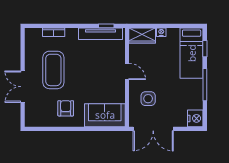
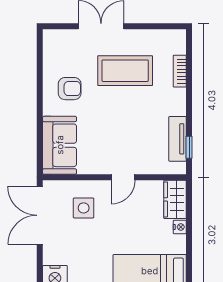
tv unit: (100, 34) -> (178, 139), width x0.71

